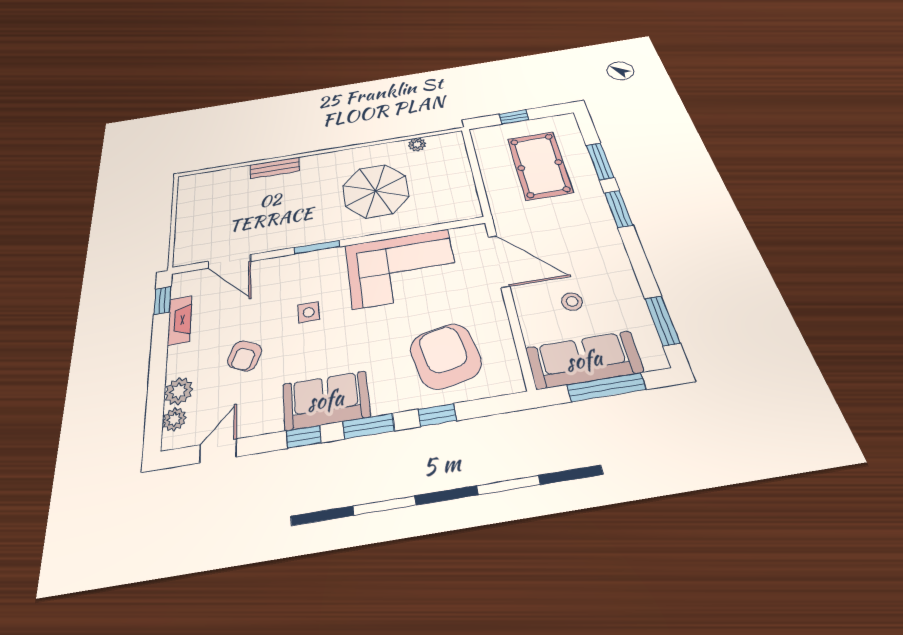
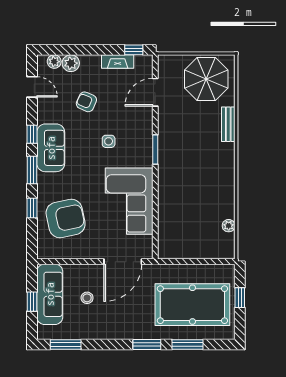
pool table: (540, 165) -> (192, 305), width x1.36, depth x1.32
parasol: (376, 191) -> (206, 79), moved
window: (606, 387) -> (32, 302), width x0.46

